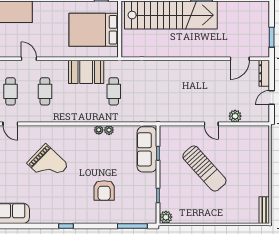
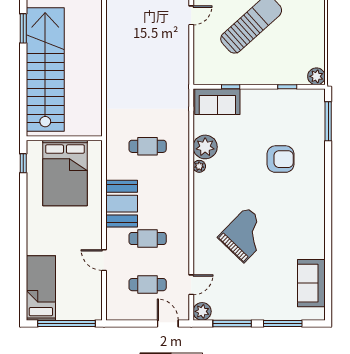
door: (29, 59) -> (104, 260), hinge flipped
booth: (86, 72) -> (122, 204), moved
plant: (109, 130) -> (205, 147), width x1.87, depth x1.87
sofa: (147, 149) -> (217, 102), width x0.73
window: (66, 226) -> (328, 210), removed

